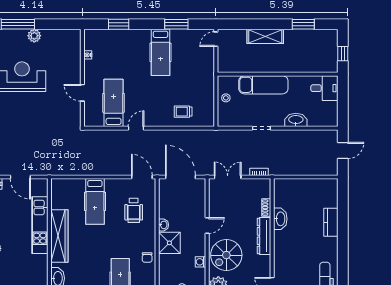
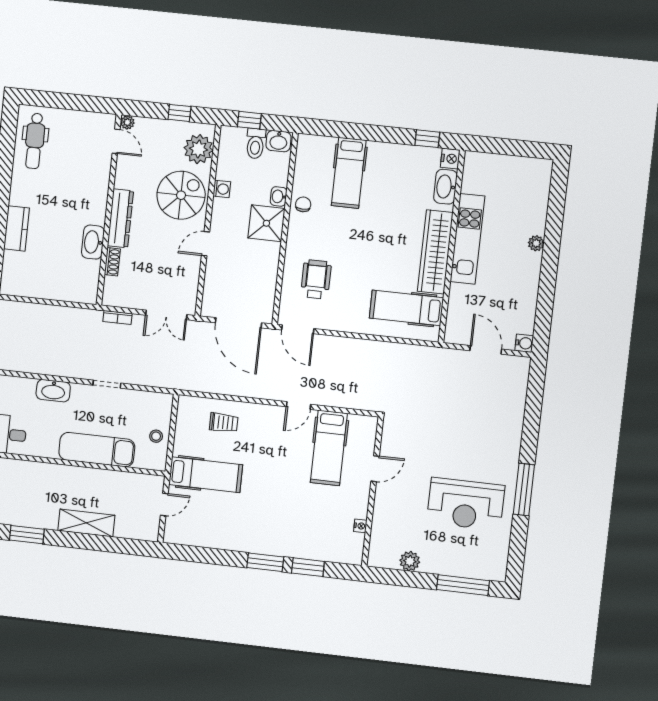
window: (176, 24) -> (265, 562), moved
plant: (34, 36) -> (410, 561), moved
door: (216, 39) -> (164, 504), moved
hospital bed: (160, 52) -> (206, 475), moved, turned 90
door: (82, 93) -> (375, 469), hinge flipped
hospital bed: (95, 201) -> (406, 308), moved, turned -90
kitchen unit: (40, 225) -> (467, 239), moved
washbasin: (163, 225) -> (279, 196), moved

